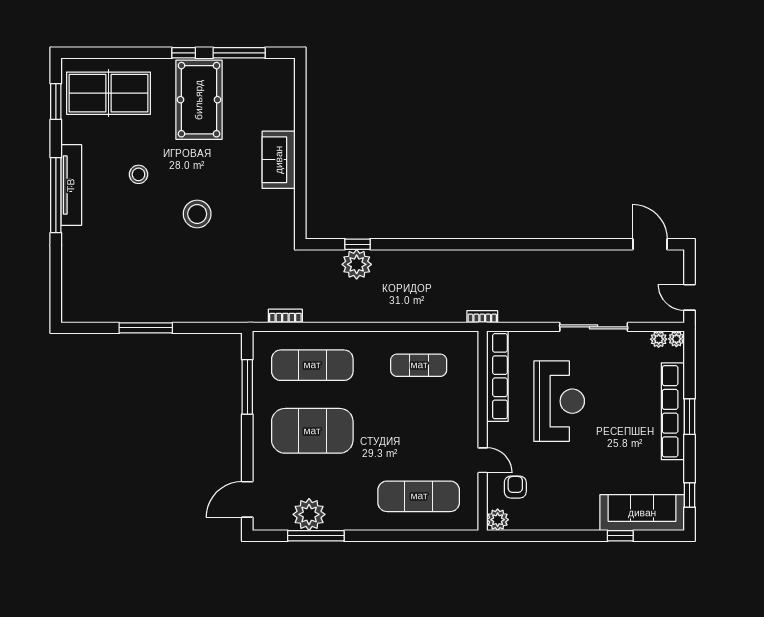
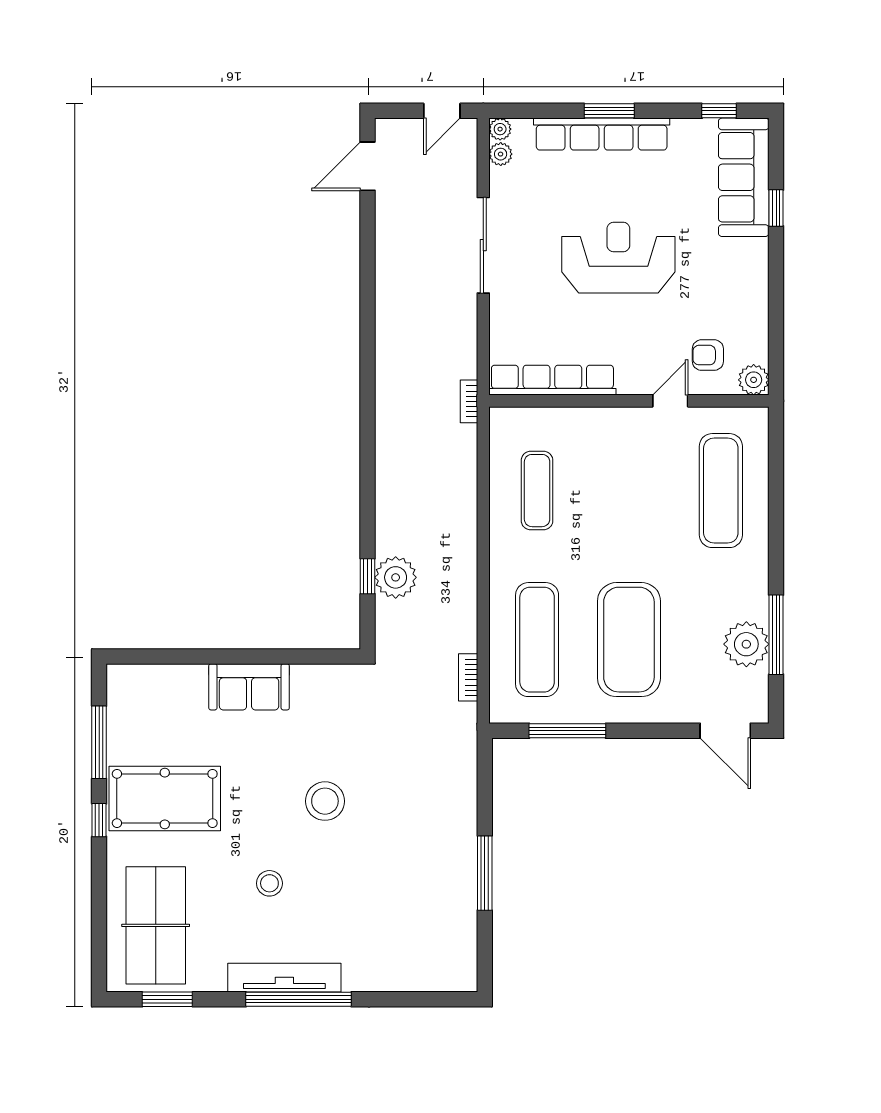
reception desk: (559, 401) -> (618, 258), moved

